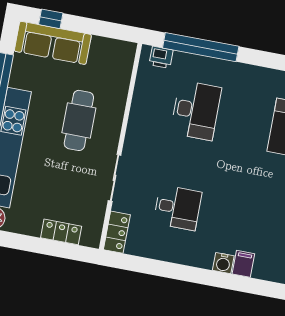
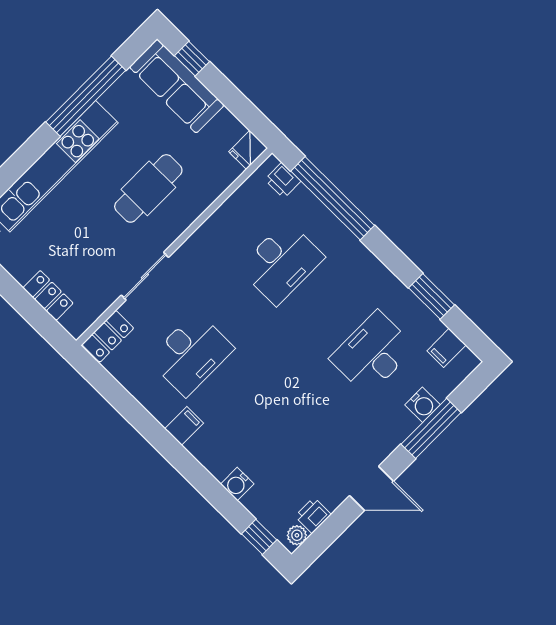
fridge: (126, 53) -> (248, 150), added
desk: (178, 208) -> (191, 354), width x1.37
water cooler: (223, 263) -> (237, 484), moved
filing cabinet: (243, 264) -> (184, 426), moved

